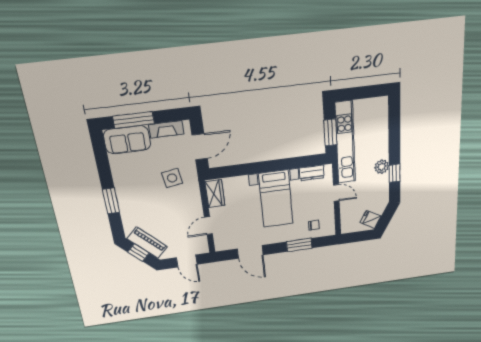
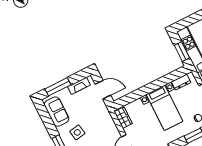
sofa: (127, 140) -> (57, 112), moved, turned -90
door: (200, 147) -> (103, 90), hinge flipped
side table: (172, 178) -> (77, 132), moved

